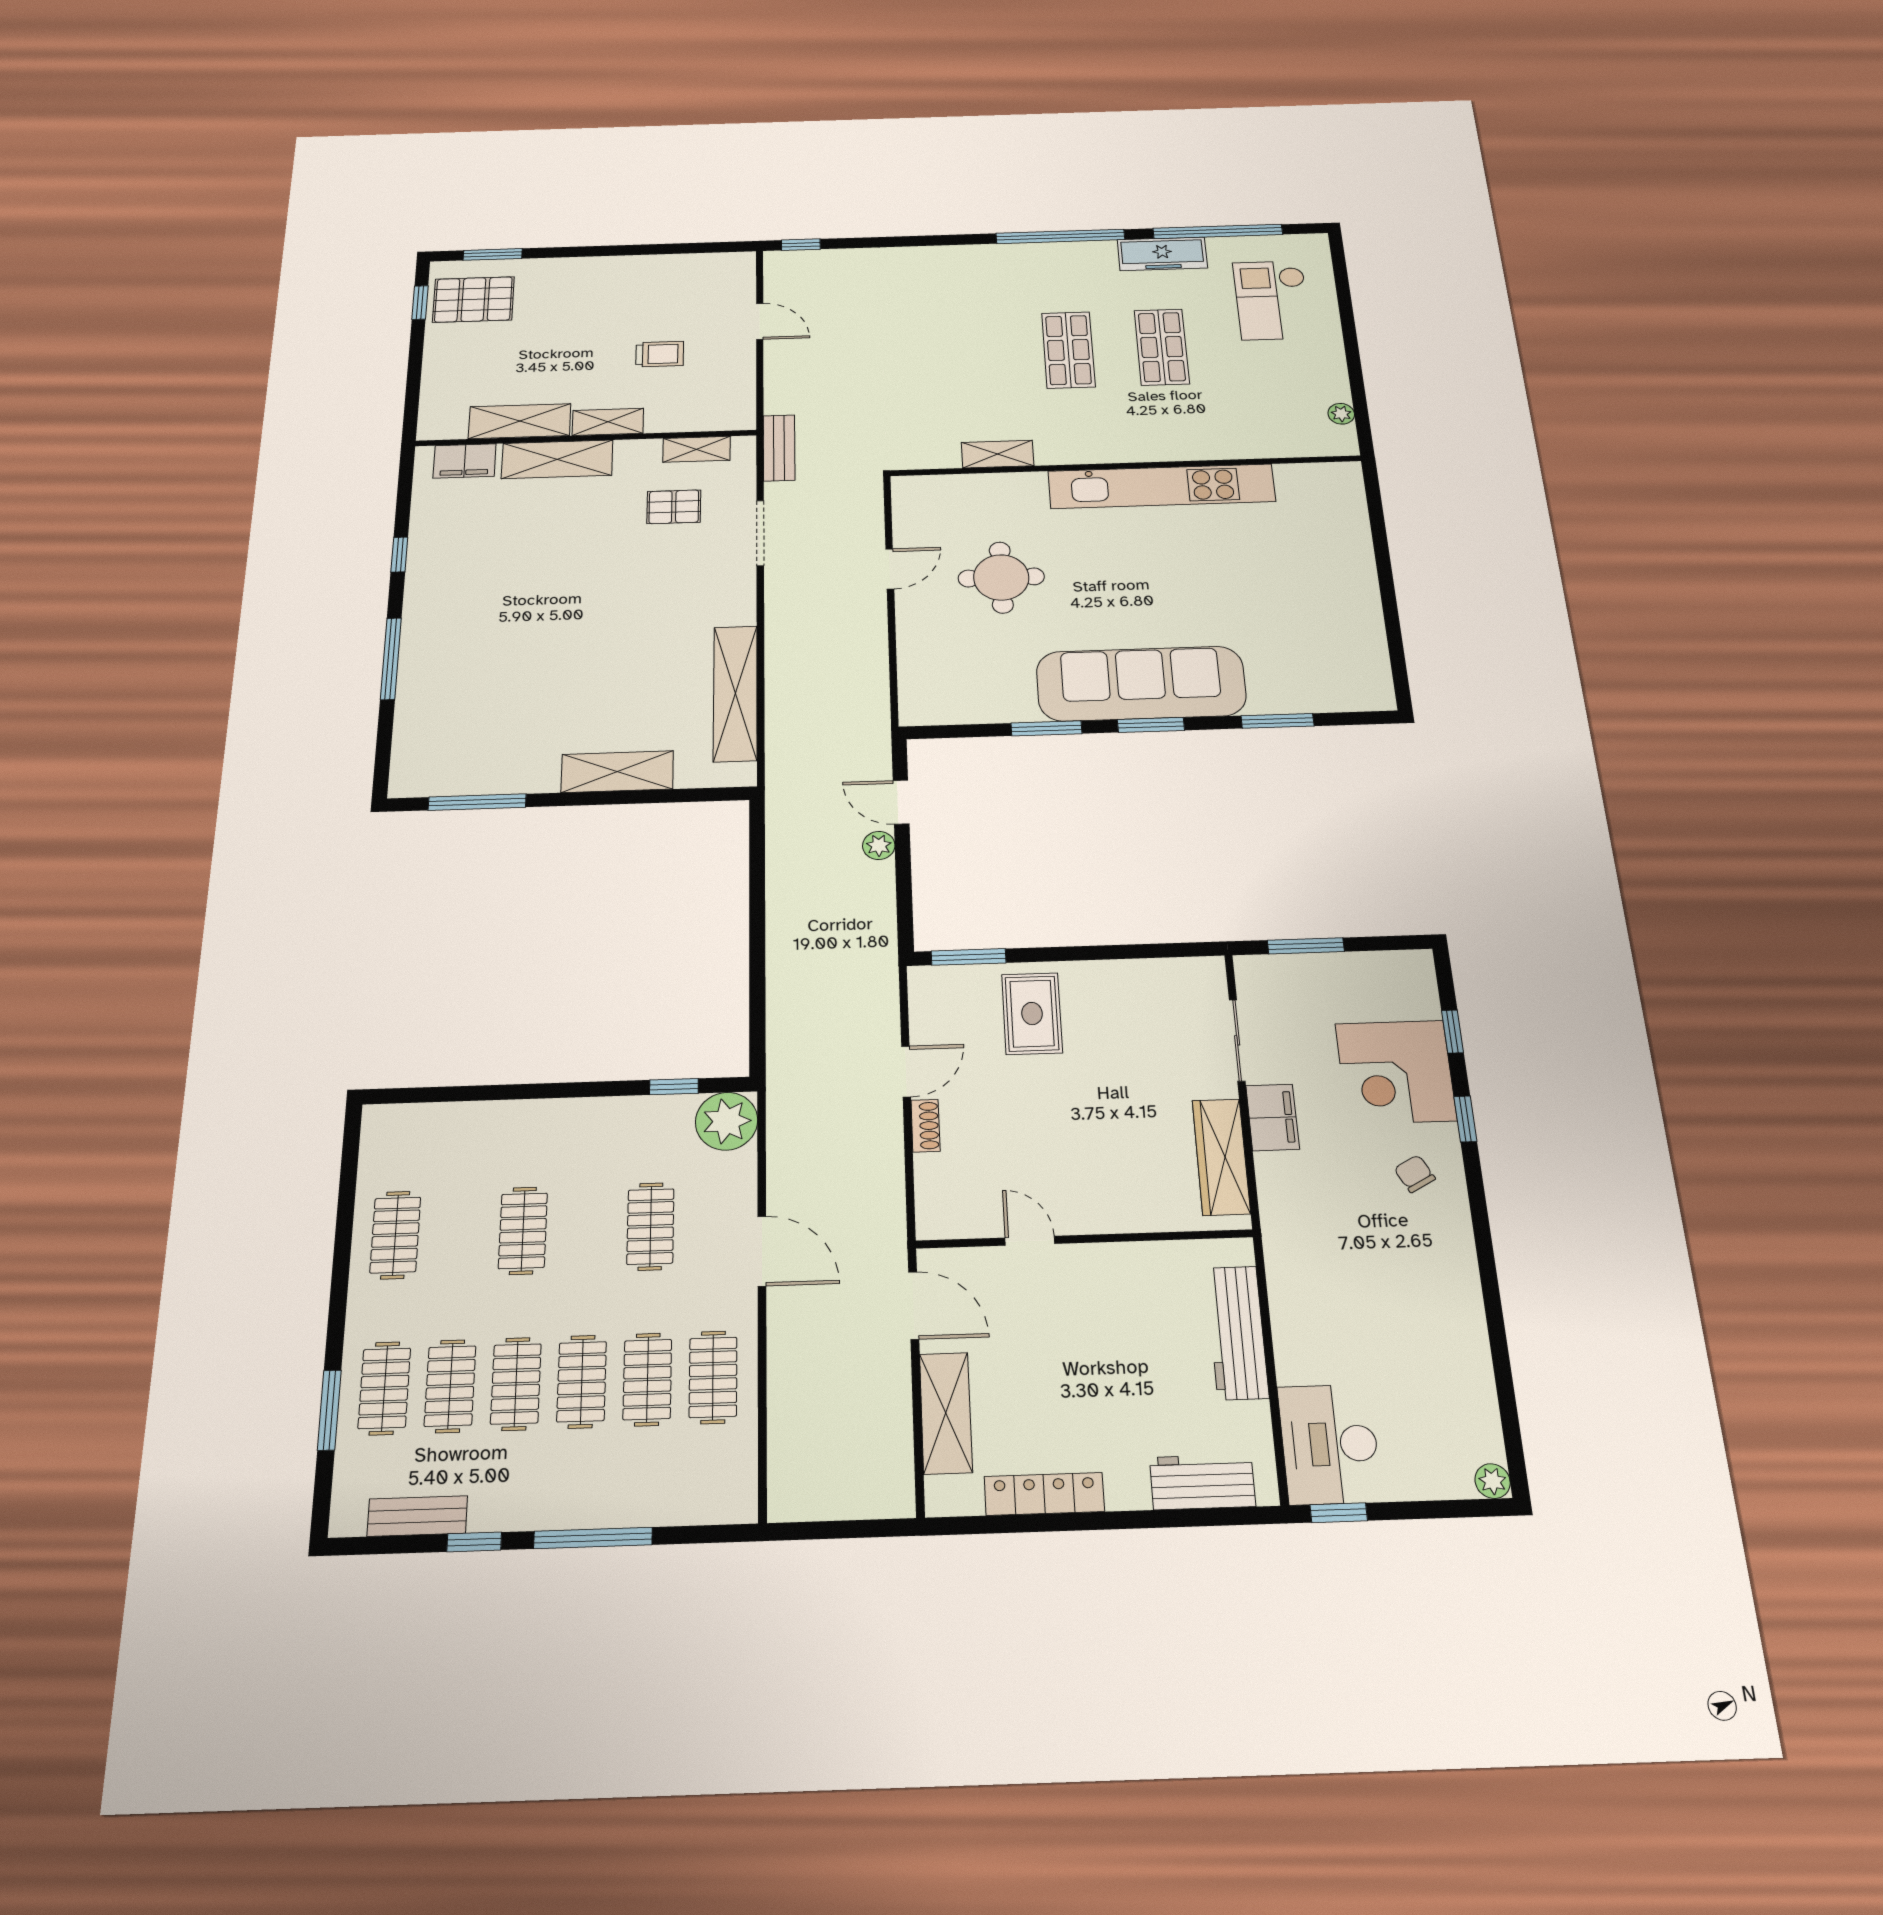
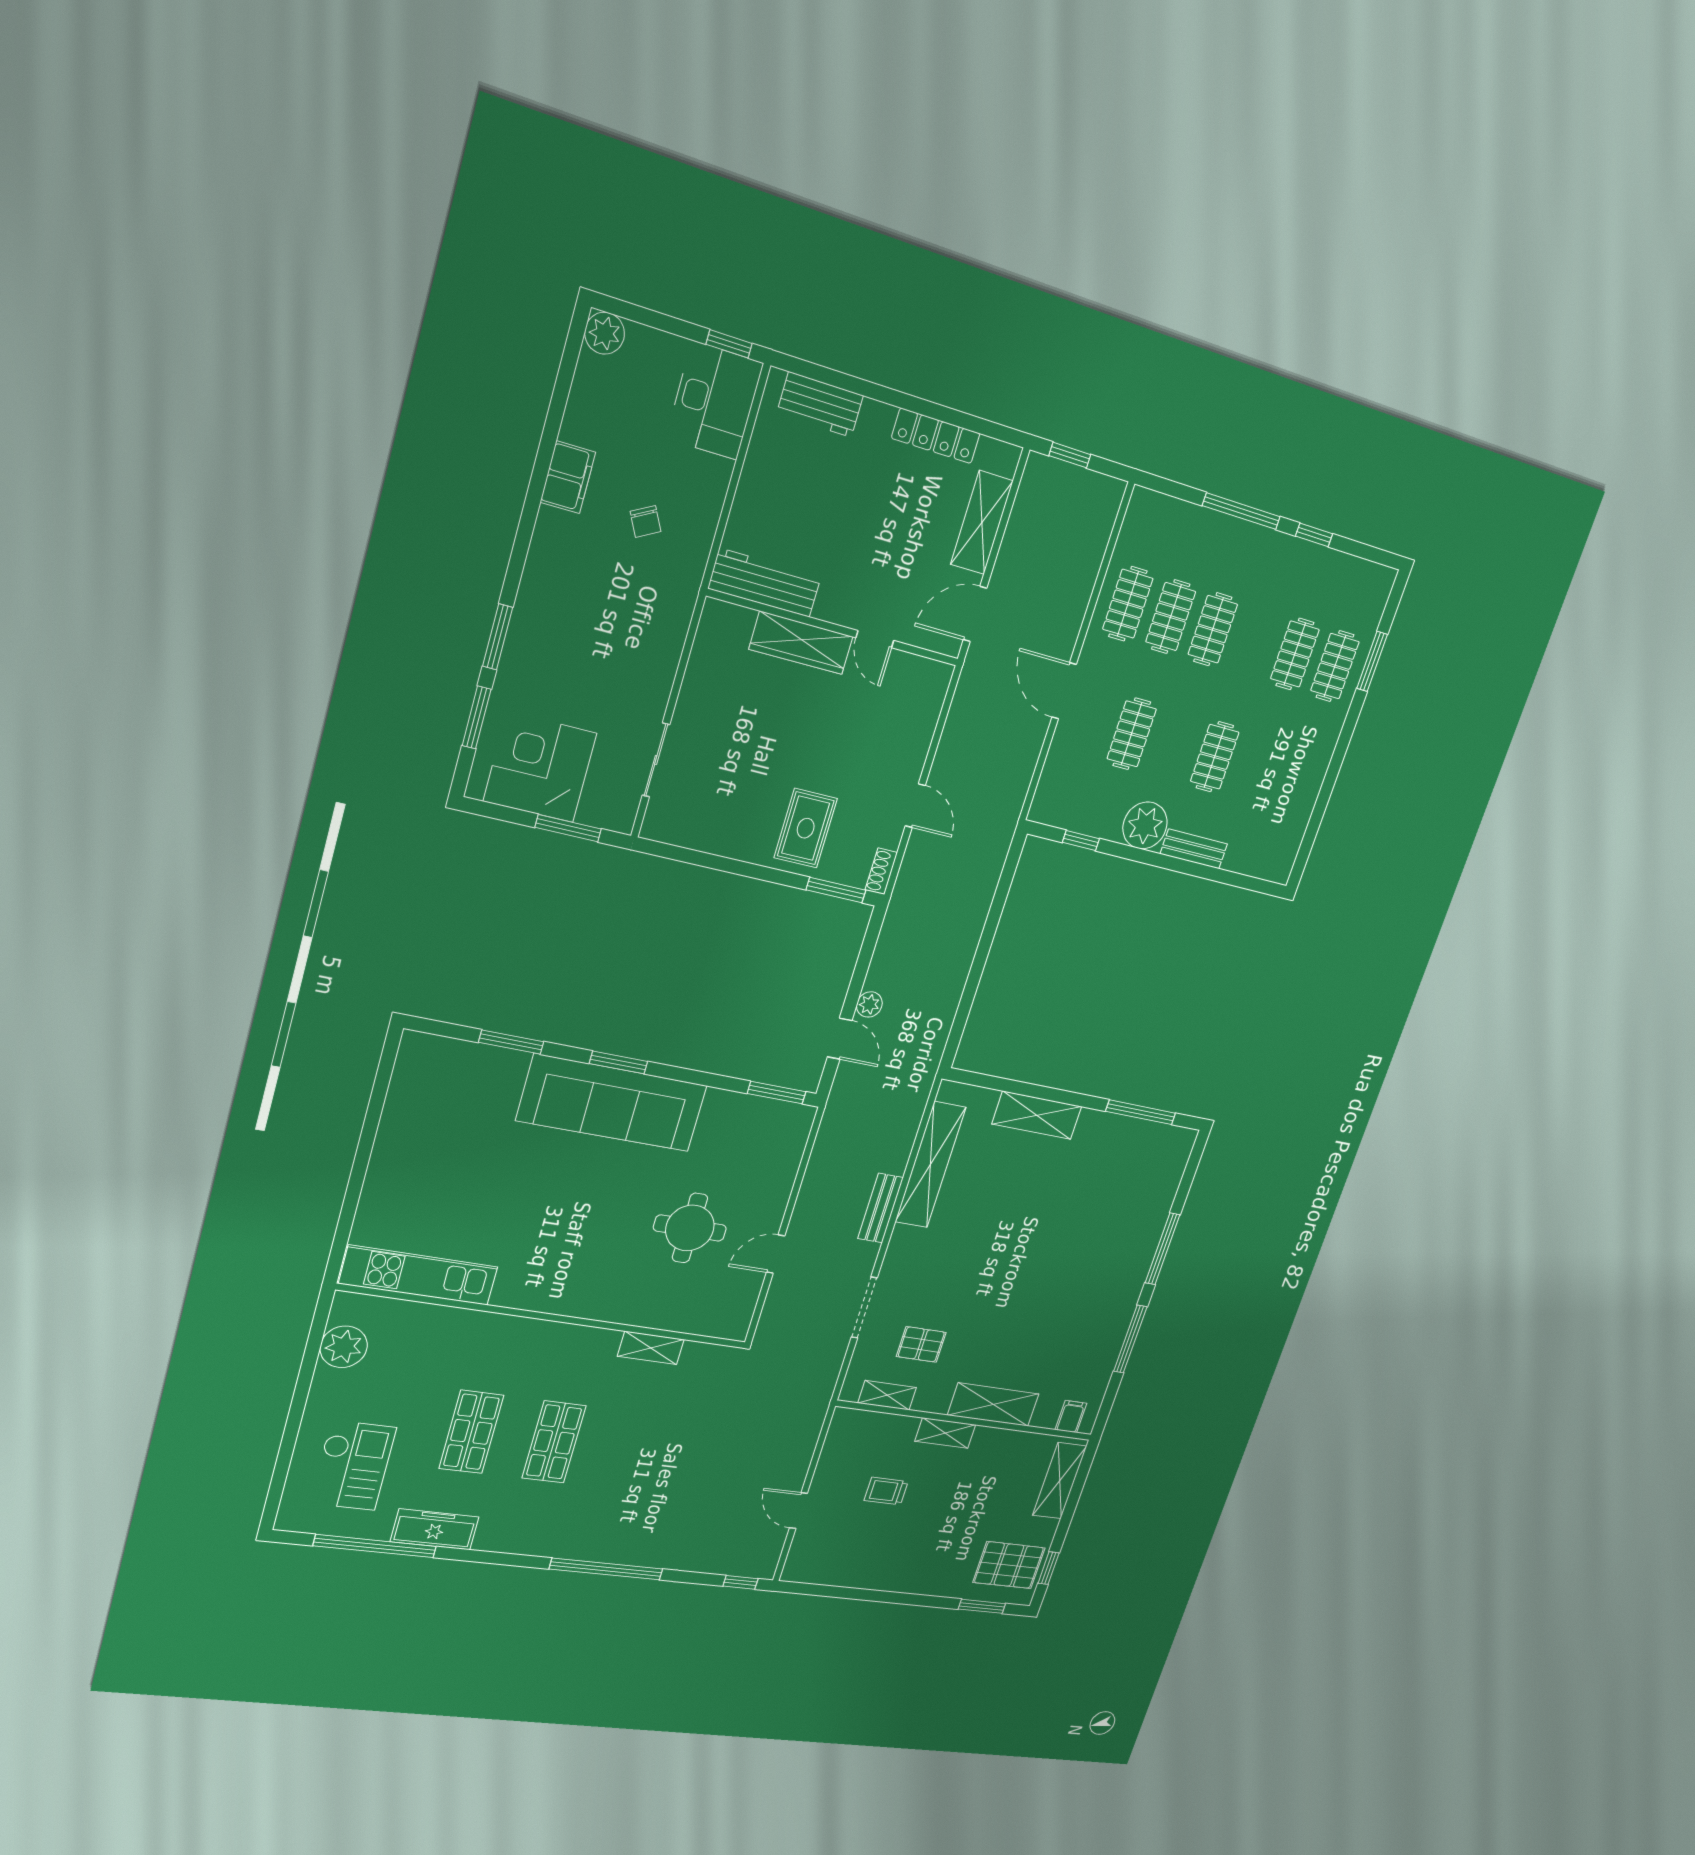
window: (1060, 236) -> (606, 1569), moved
plant: (1341, 414) -> (344, 1347), width x1.88, depth x1.88
shelving: (520, 421) -> (1060, 1481), moved, turned 90
bench: (779, 448) -> (881, 1208), moved
filing cabinet: (465, 461) -> (1071, 1417), width x0.50
kitchen unit: (1162, 486) -> (419, 1275), moved, width x0.73
window: (399, 555) -> (1130, 1339), width x2.17
window: (1047, 728) -> (777, 1093), moved
window: (1452, 1032) -> (477, 717), width x1.50
door: (906, 1072) -> (915, 806), swing flipped
corner desk: (1396, 1072) -> (540, 767), moved, turned -90
filing cabinet: (1272, 1117) -> (568, 477), moved, turned 180
window: (1465, 1119) -> (498, 637), width x1.50
plant: (727, 1121) -> (1145, 825), moved
shoe rack: (925, 1126) -> (881, 871), moved
wardrobe: (1221, 1157) -> (801, 643), moved, turned 90
chair: (1415, 1174) -> (646, 521), moved
clothes rail: (395, 1235) -> (1295, 779), removed
door: (914, 1306) -> (975, 614), hinge flipped
workbench: (1237, 1333) -> (765, 583), moved, turned -90
clothes rail: (516, 1384) -> (1254, 642), removed
plant: (1493, 1481) -> (605, 333), width x1.38, depth x1.38
bench: (417, 1516) -> (1194, 849), moved
window: (860, 1529) -> (1070, 455), added

